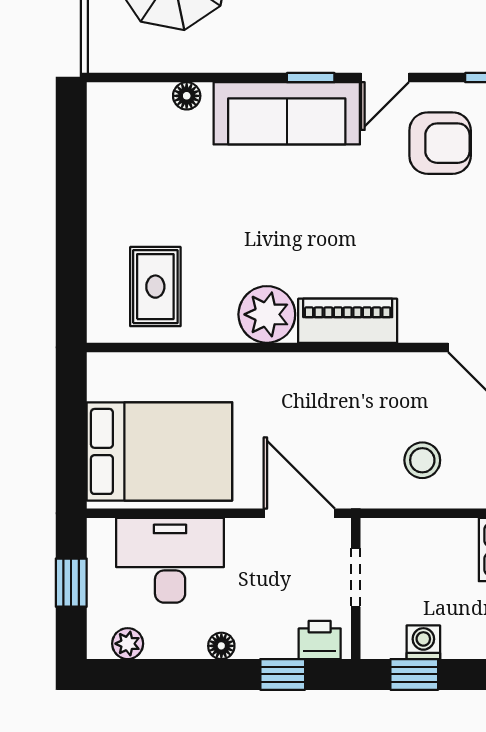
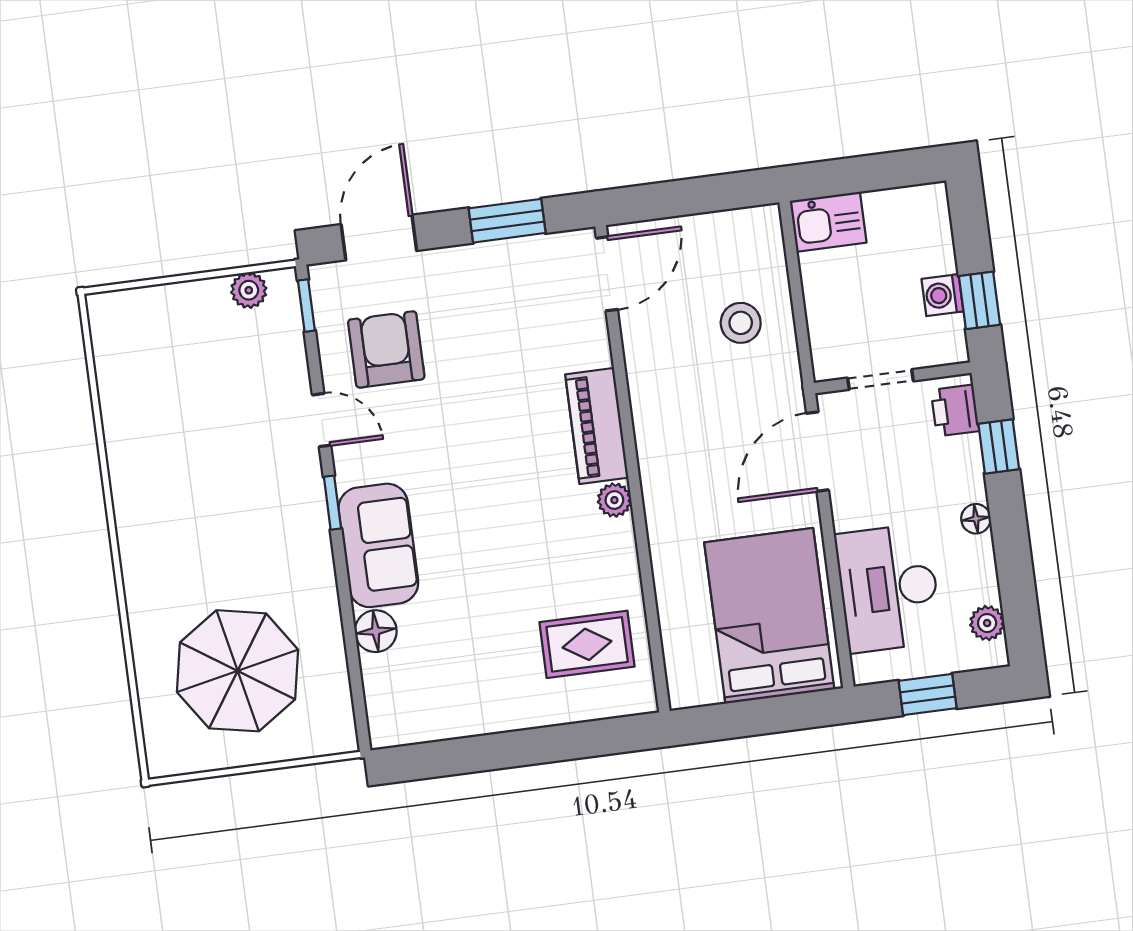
floor lamp: (187, 96) -> (376, 631), width x1.37, depth x1.37
sofa: (287, 113) -> (378, 545), width x0.73
plant: (267, 314) -> (614, 500), width x0.53, depth x0.53

